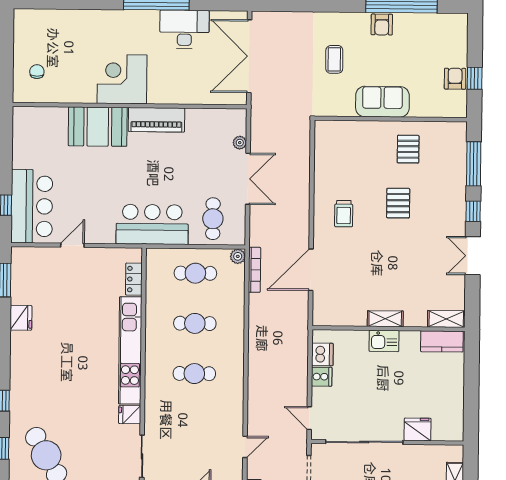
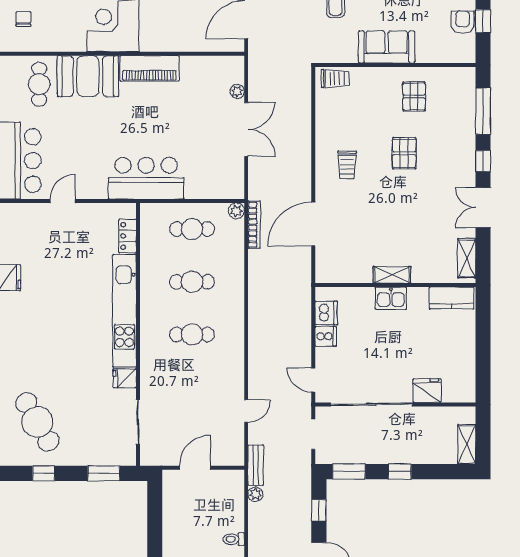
trolley: (333, 131) -> (335, 79), added
cafe table: (213, 219) -> (39, 84), moved
shelving: (446, 319) -> (467, 258), moved, turned 90

